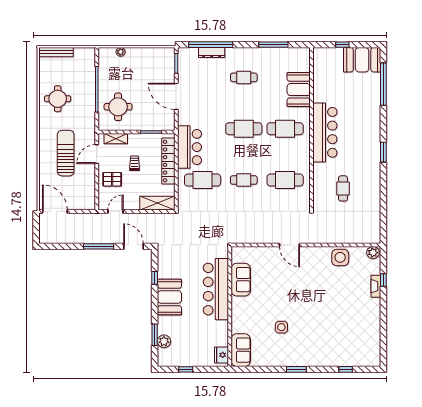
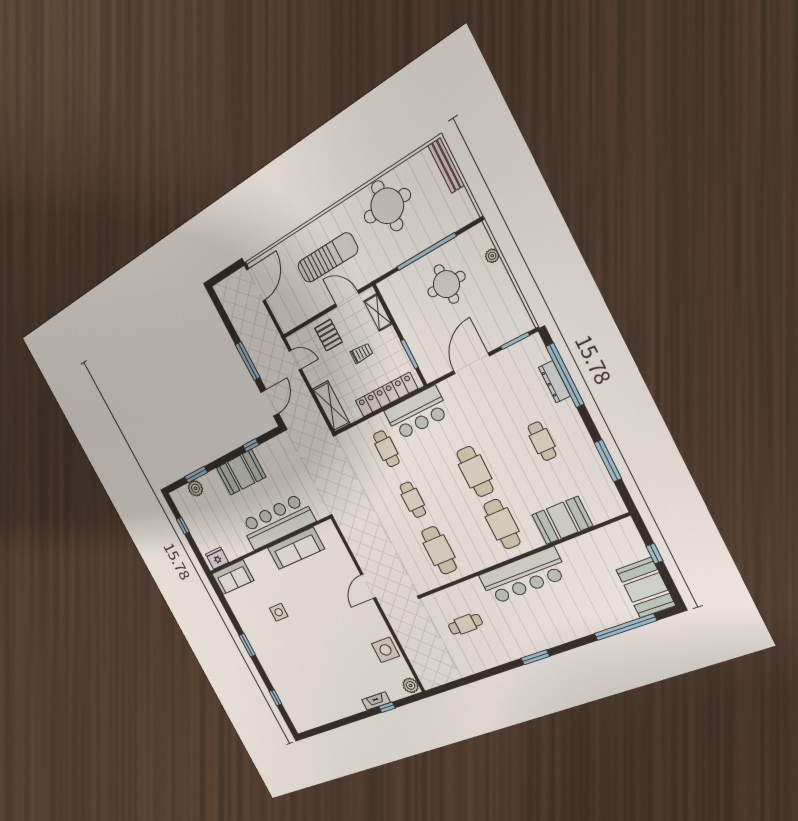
round table: (58, 99) -> (387, 206), width x1.36, depth x1.36
round table: (118, 107) -> (446, 284), moved
cafe table: (203, 180) -> (386, 449), width x0.73, depth x0.74
sofa: (241, 280) -> (296, 548), width x1.36

